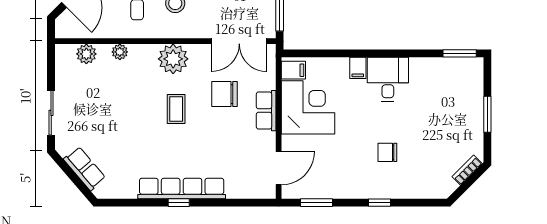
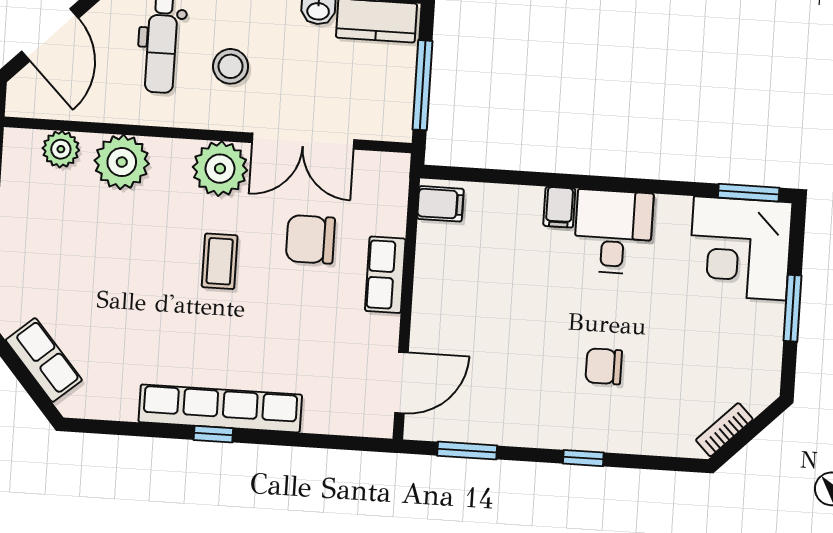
double door: (239, 41) -> (303, 141), moved
plant: (120, 52) -> (122, 162), width x1.88, depth x1.88
corner desk: (308, 107) -> (740, 248), moved, turned 180
bookcase: (467, 170) -> (724, 430), moved

